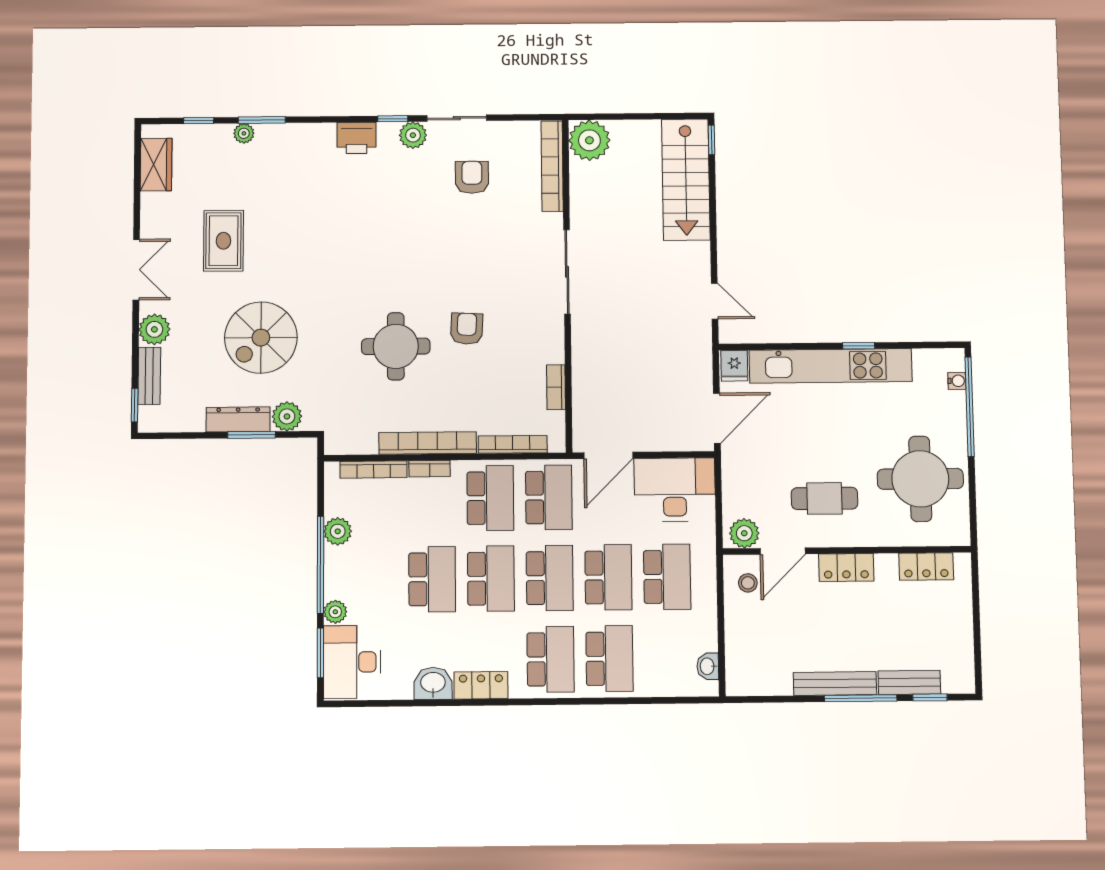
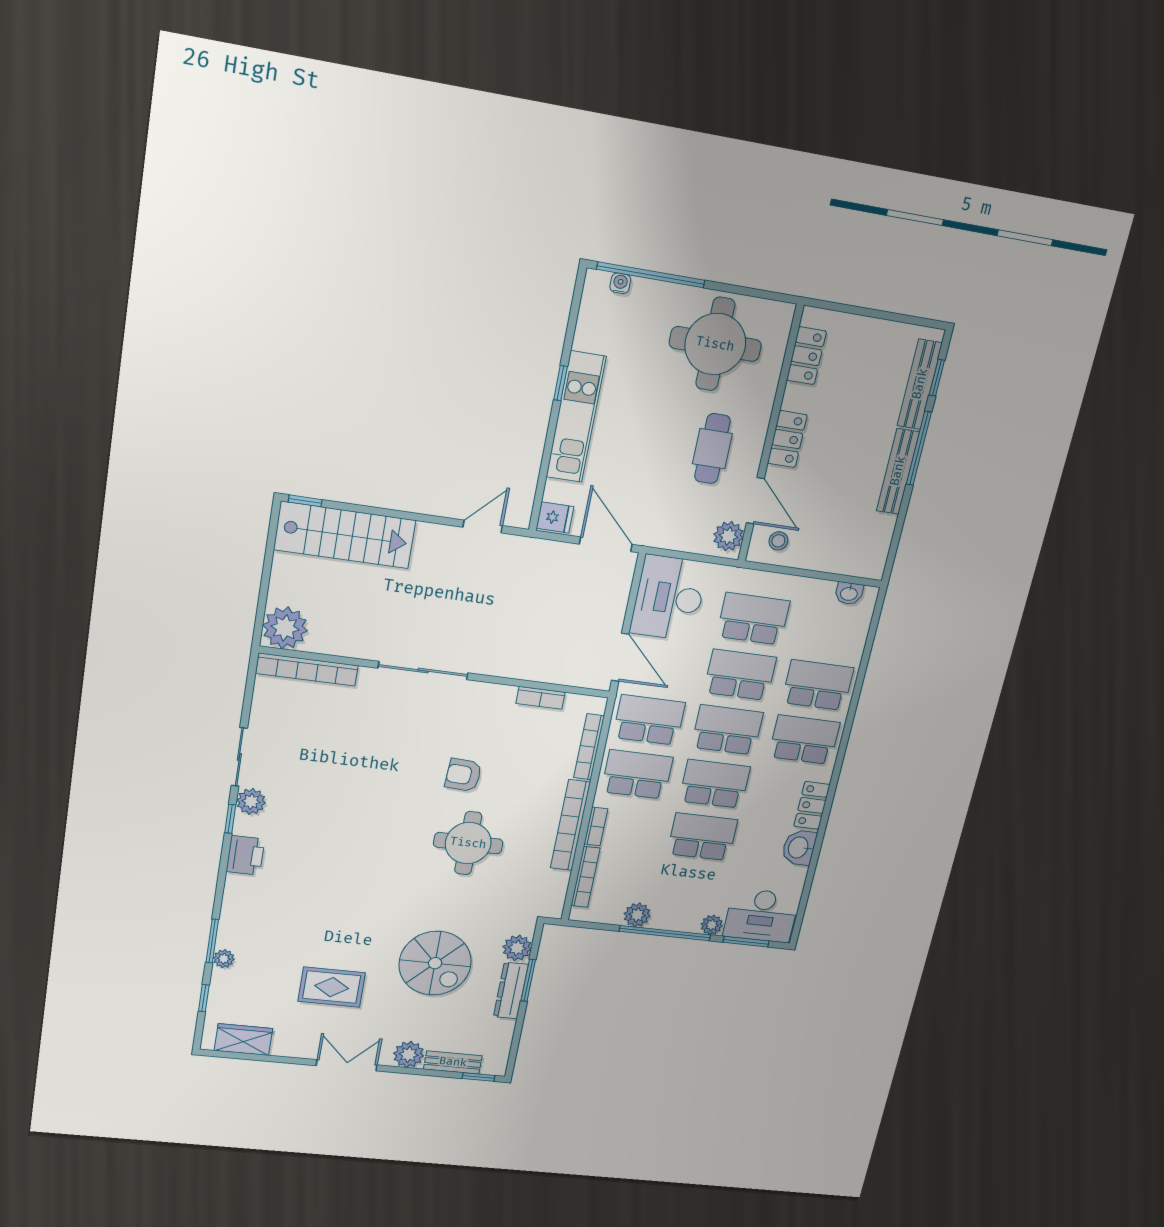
armchair: (472, 177) -> (306, 750), removed
kitchen unit: (831, 366) -> (576, 417), width x0.73
bench: (909, 682) -> (920, 384), width x1.36

